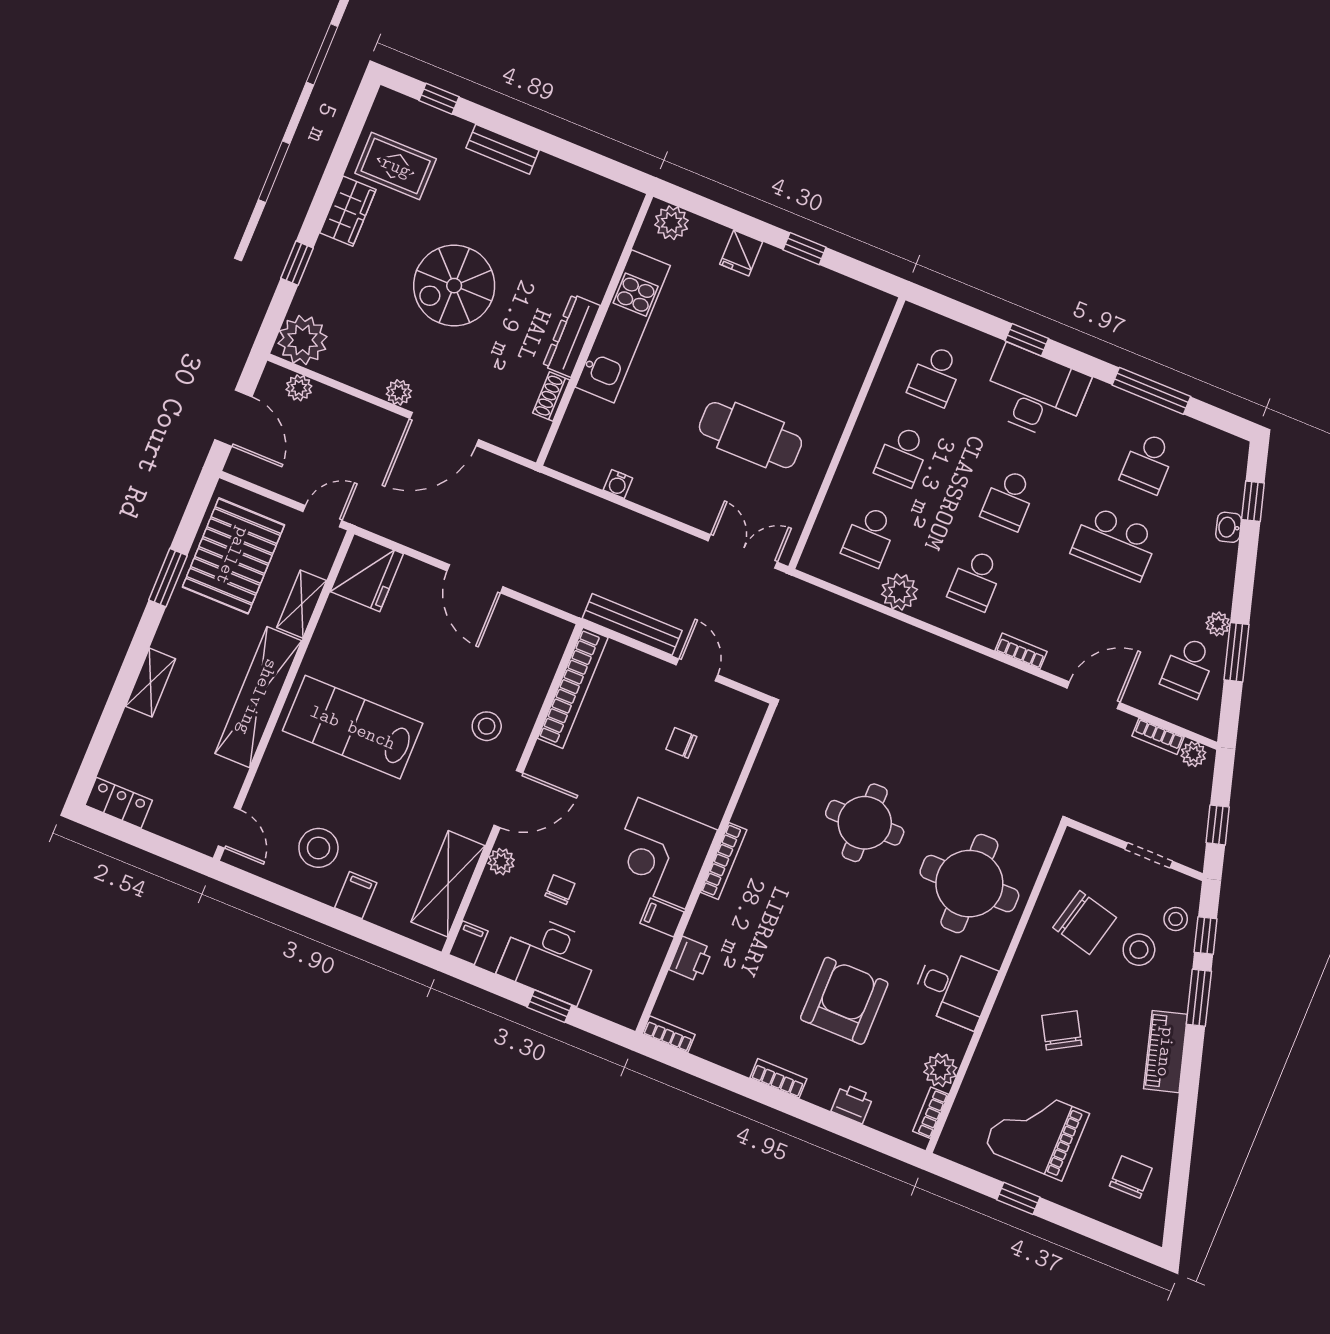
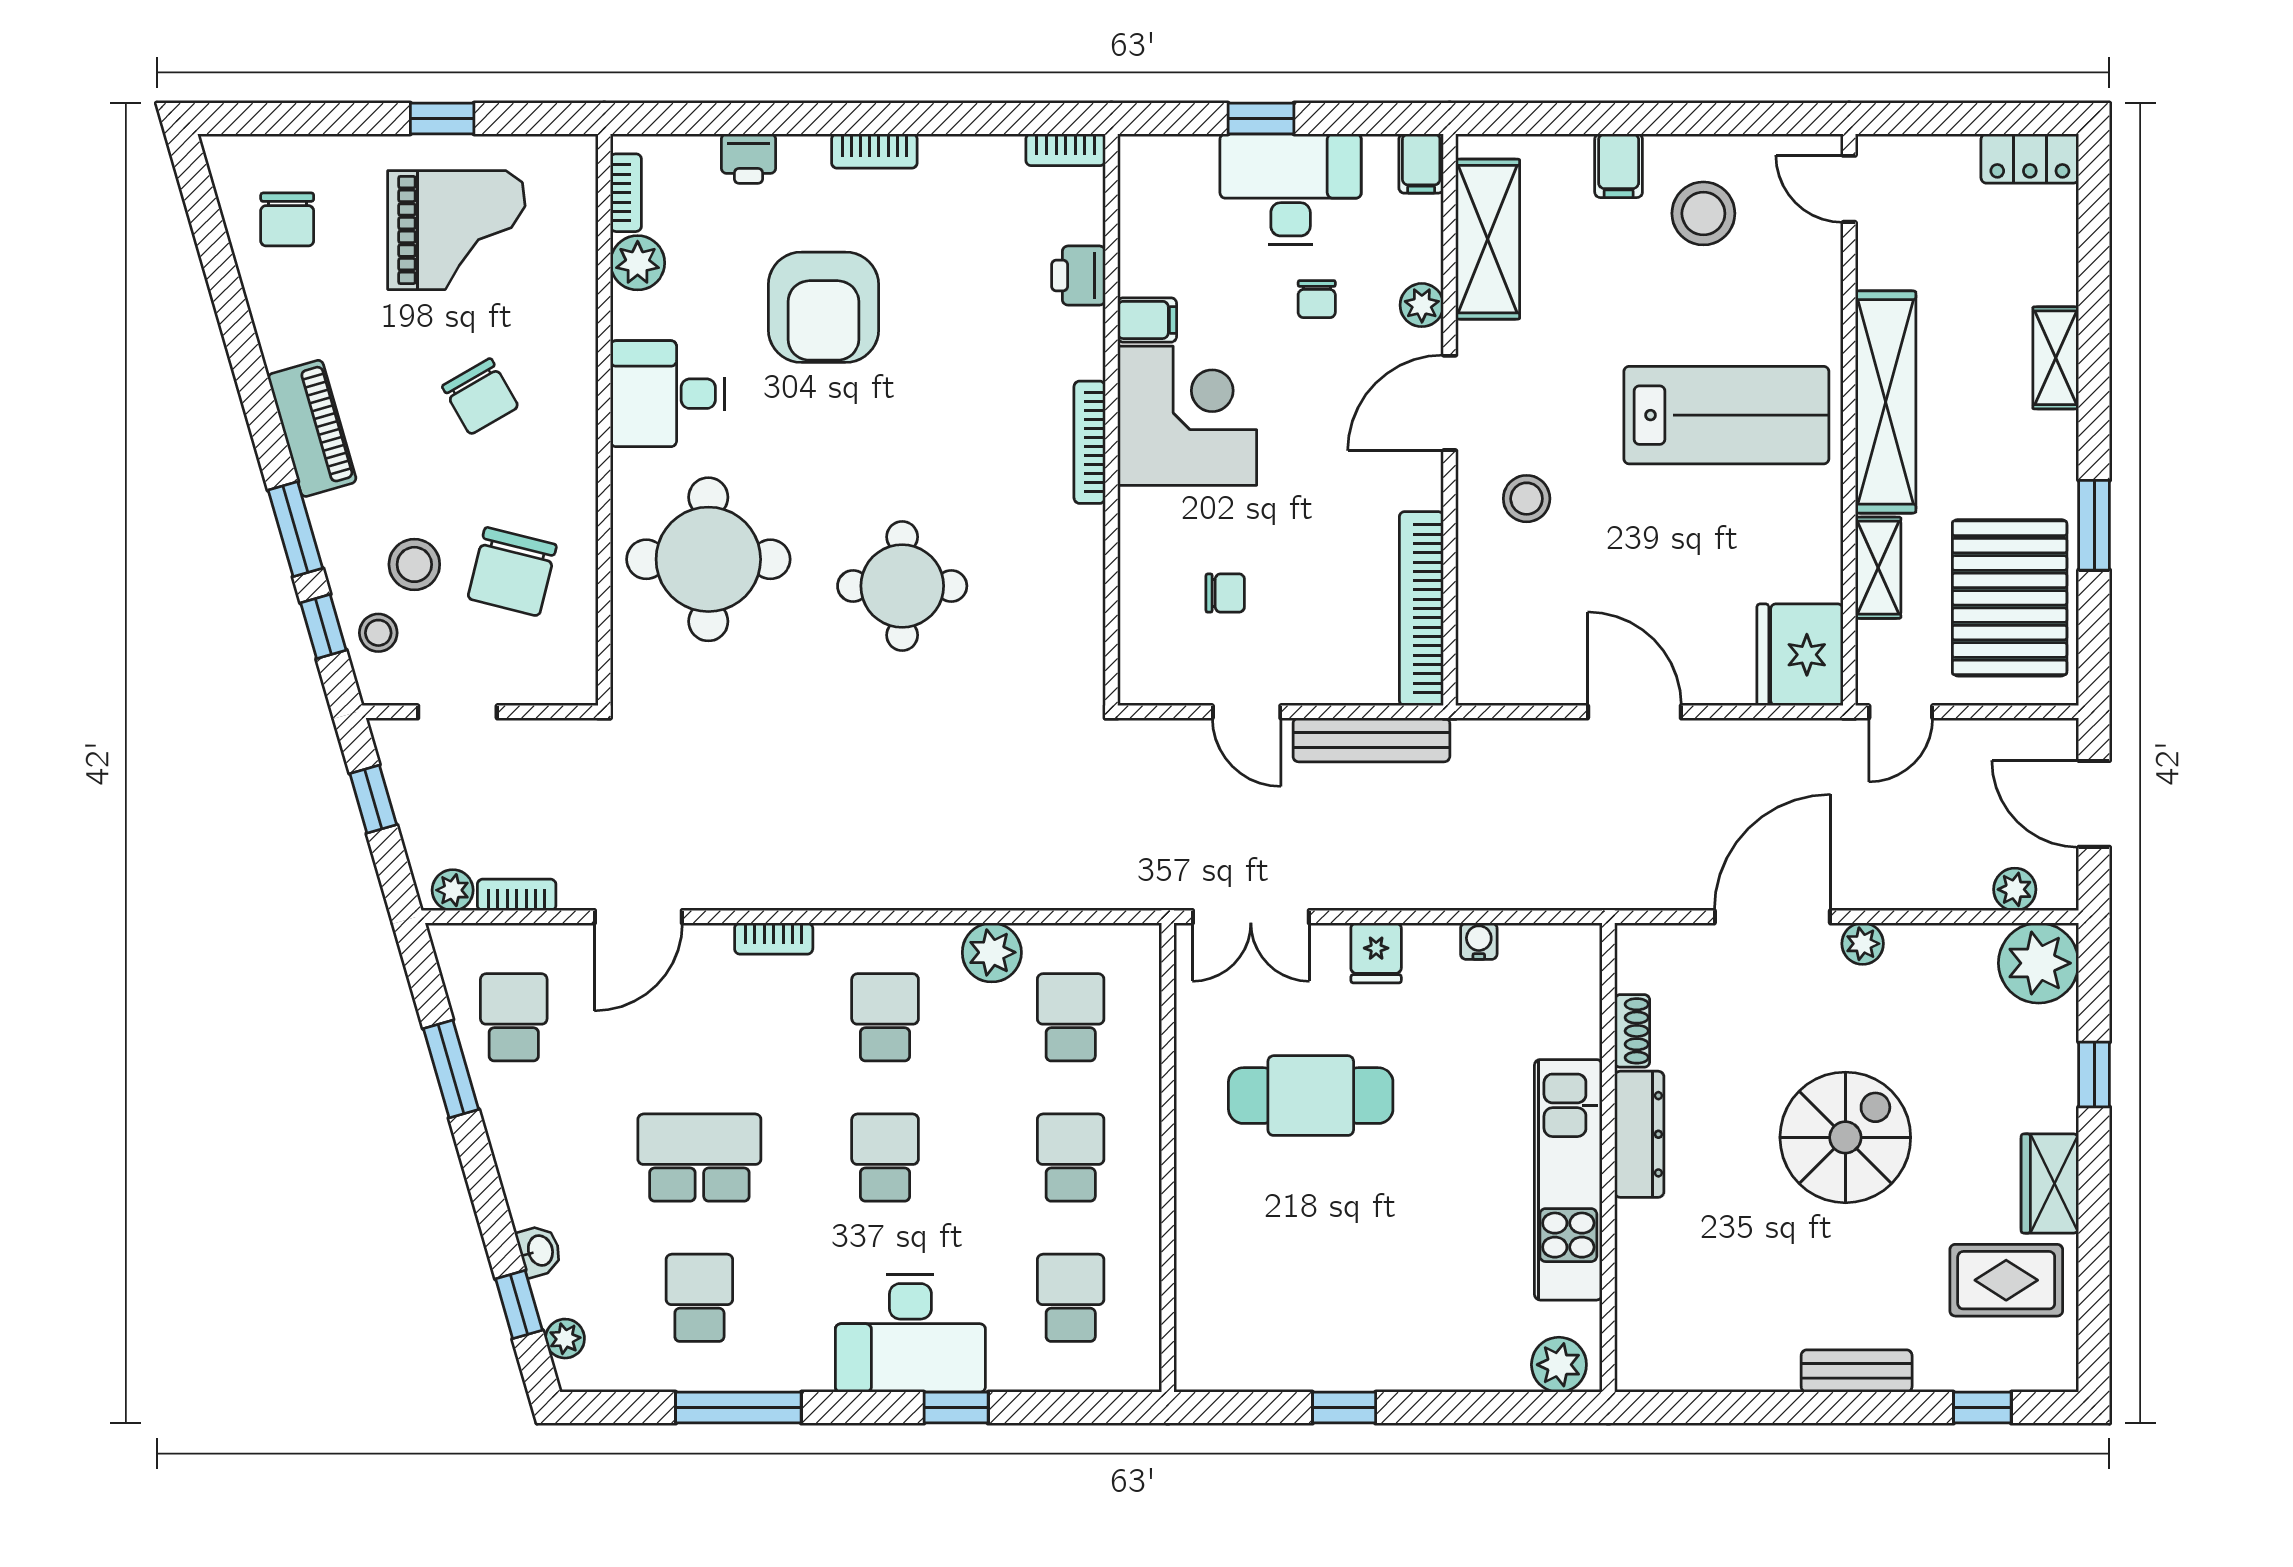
fridge: (741, 253) -> (1376, 953), moved, turned 180
plant: (1218, 624) -> (565, 1339), moved
chair: (1085, 923) -> (512, 572), turned -90

